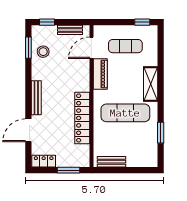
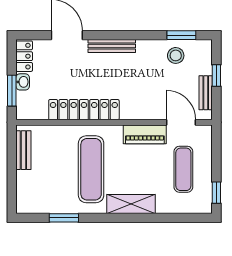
window: (47, 22) -> (216, 76), moved
washbasin: (62, 162) -> (23, 82), added

